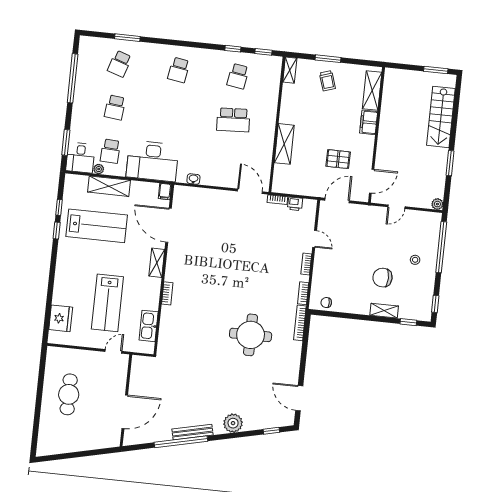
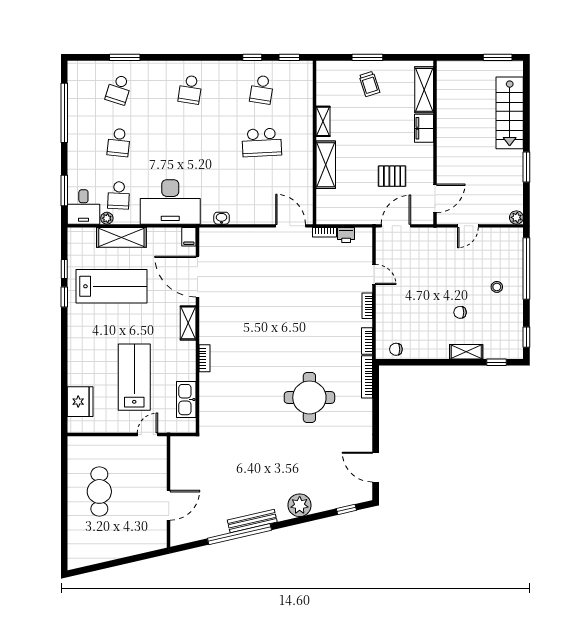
shelving: (290, 70) -> (323, 121), moved
chair: (383, 278) -> (460, 312), width x0.54, depth x0.54
lab bench: (107, 303) -> (134, 377), turned 180
door: (125, 412) -> (169, 505), width x0.73

